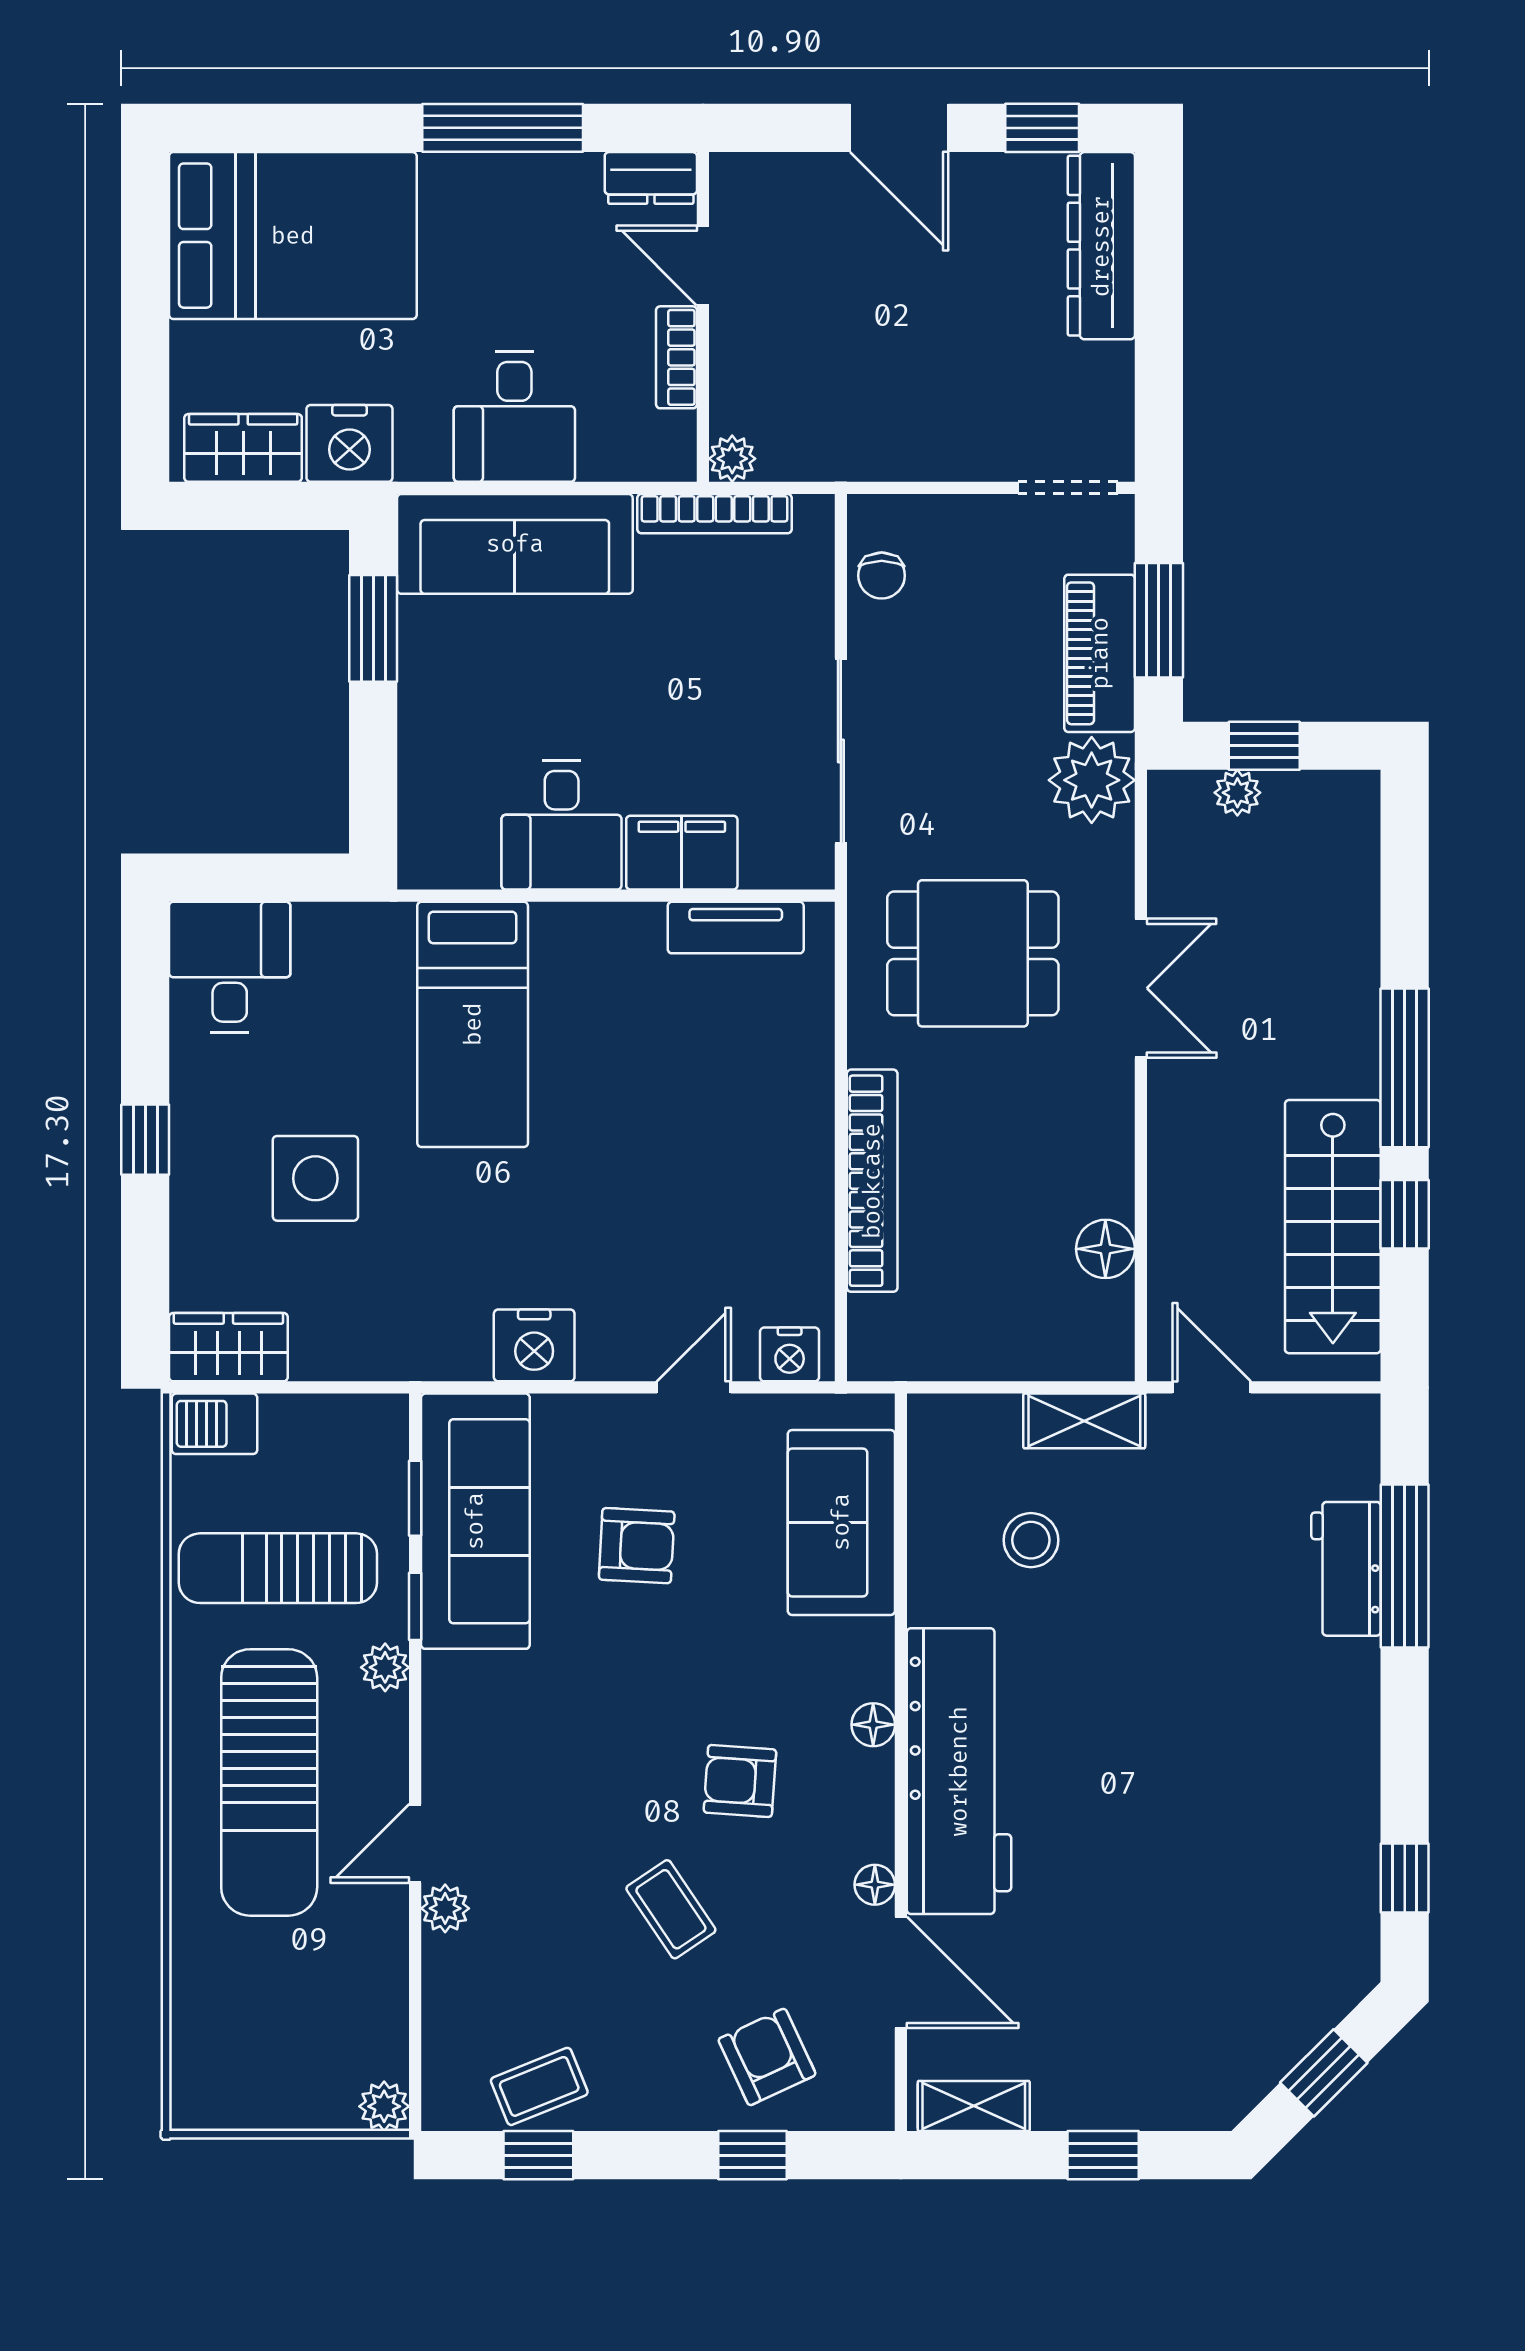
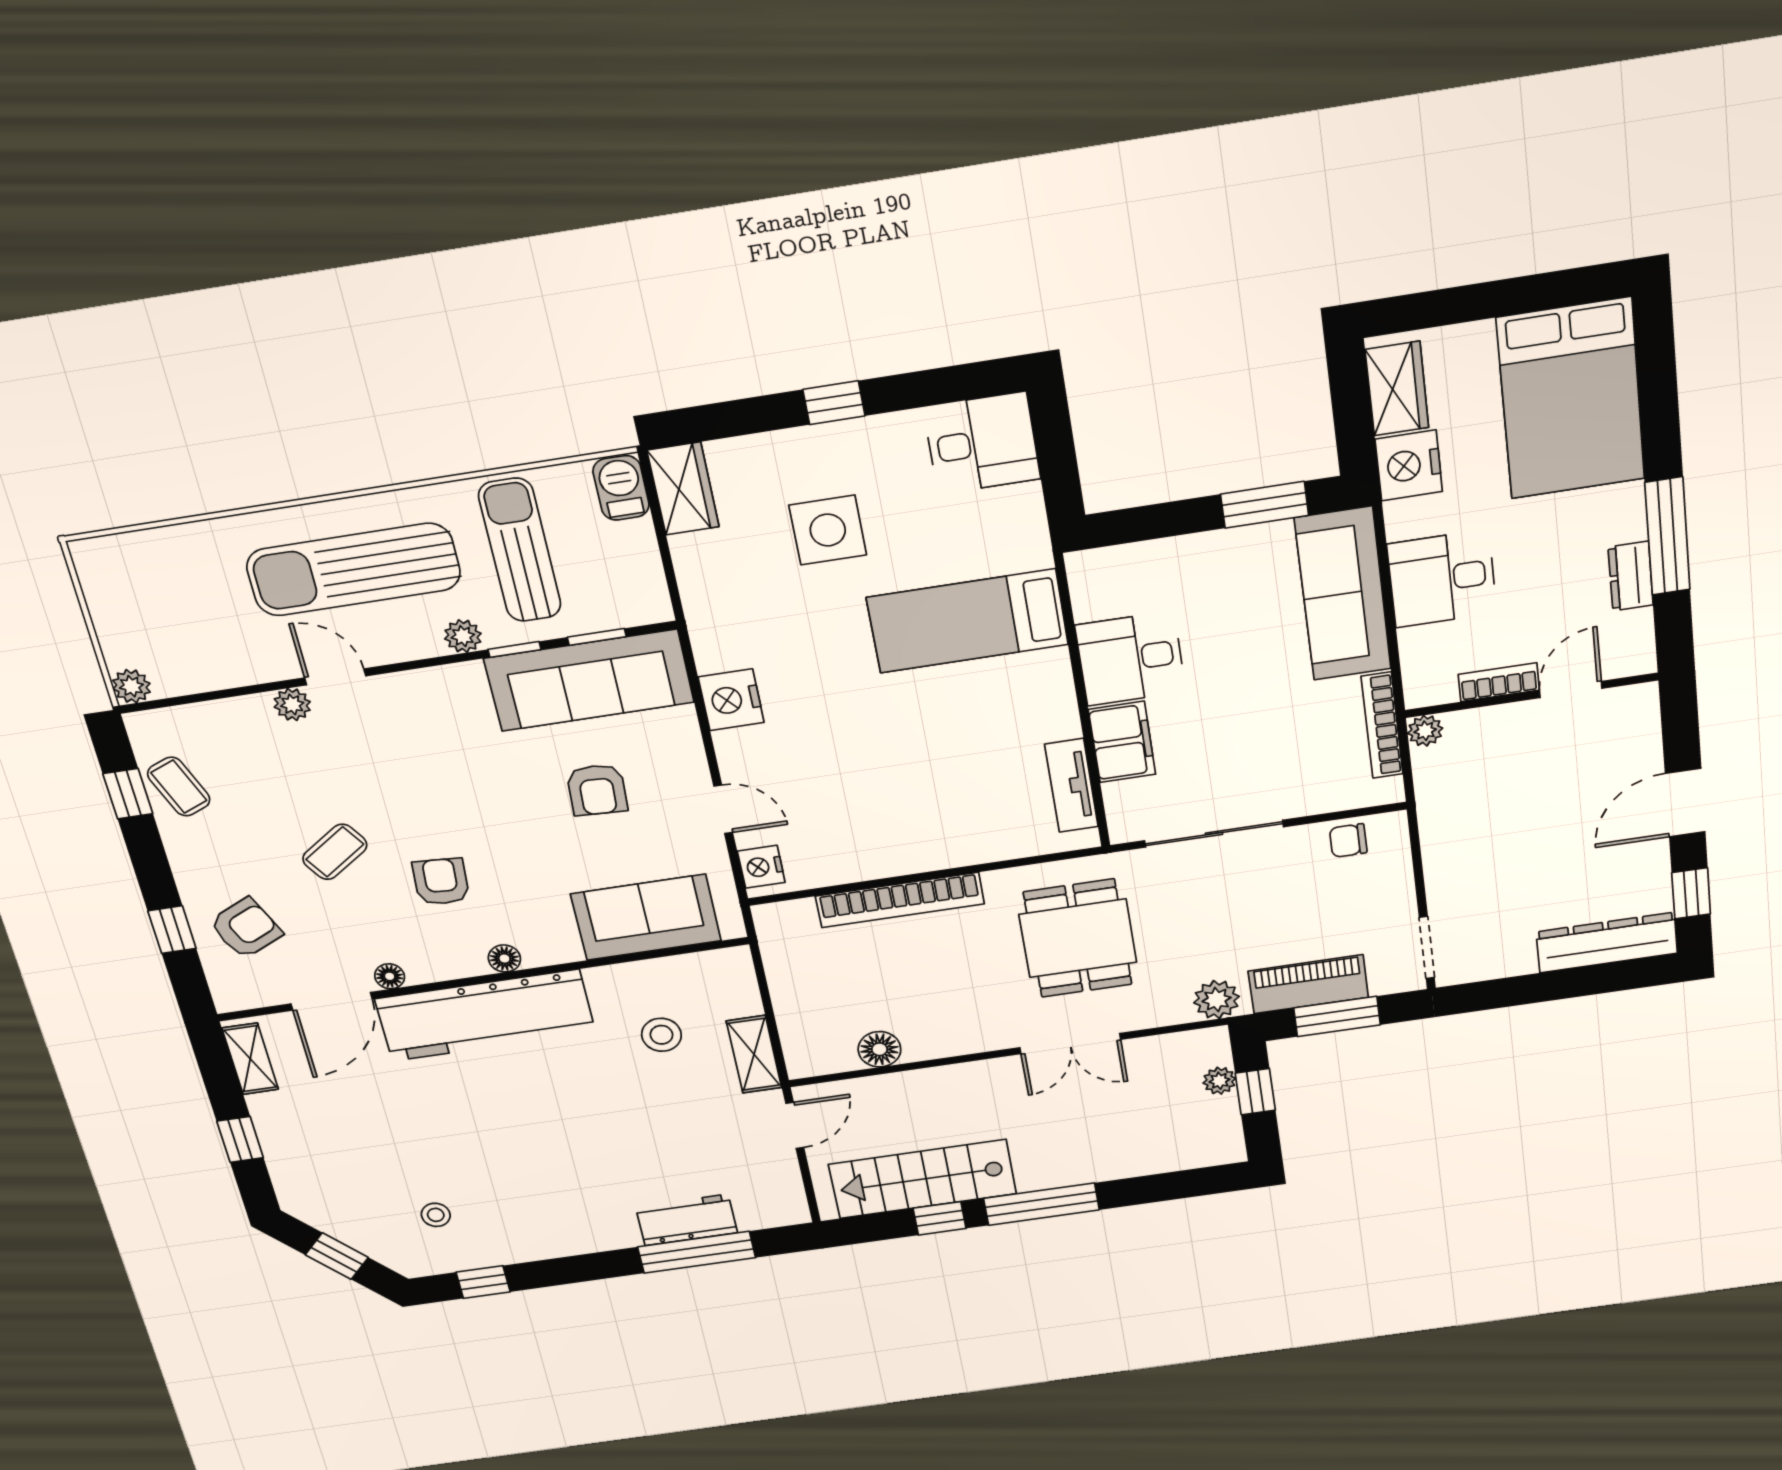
dresser: (651, 178) -> (1631, 576), moved
plant: (1092, 780) -> (1217, 1000), width x0.73, depth x0.73
stool: (1277, 1917) -> (436, 1215), added

